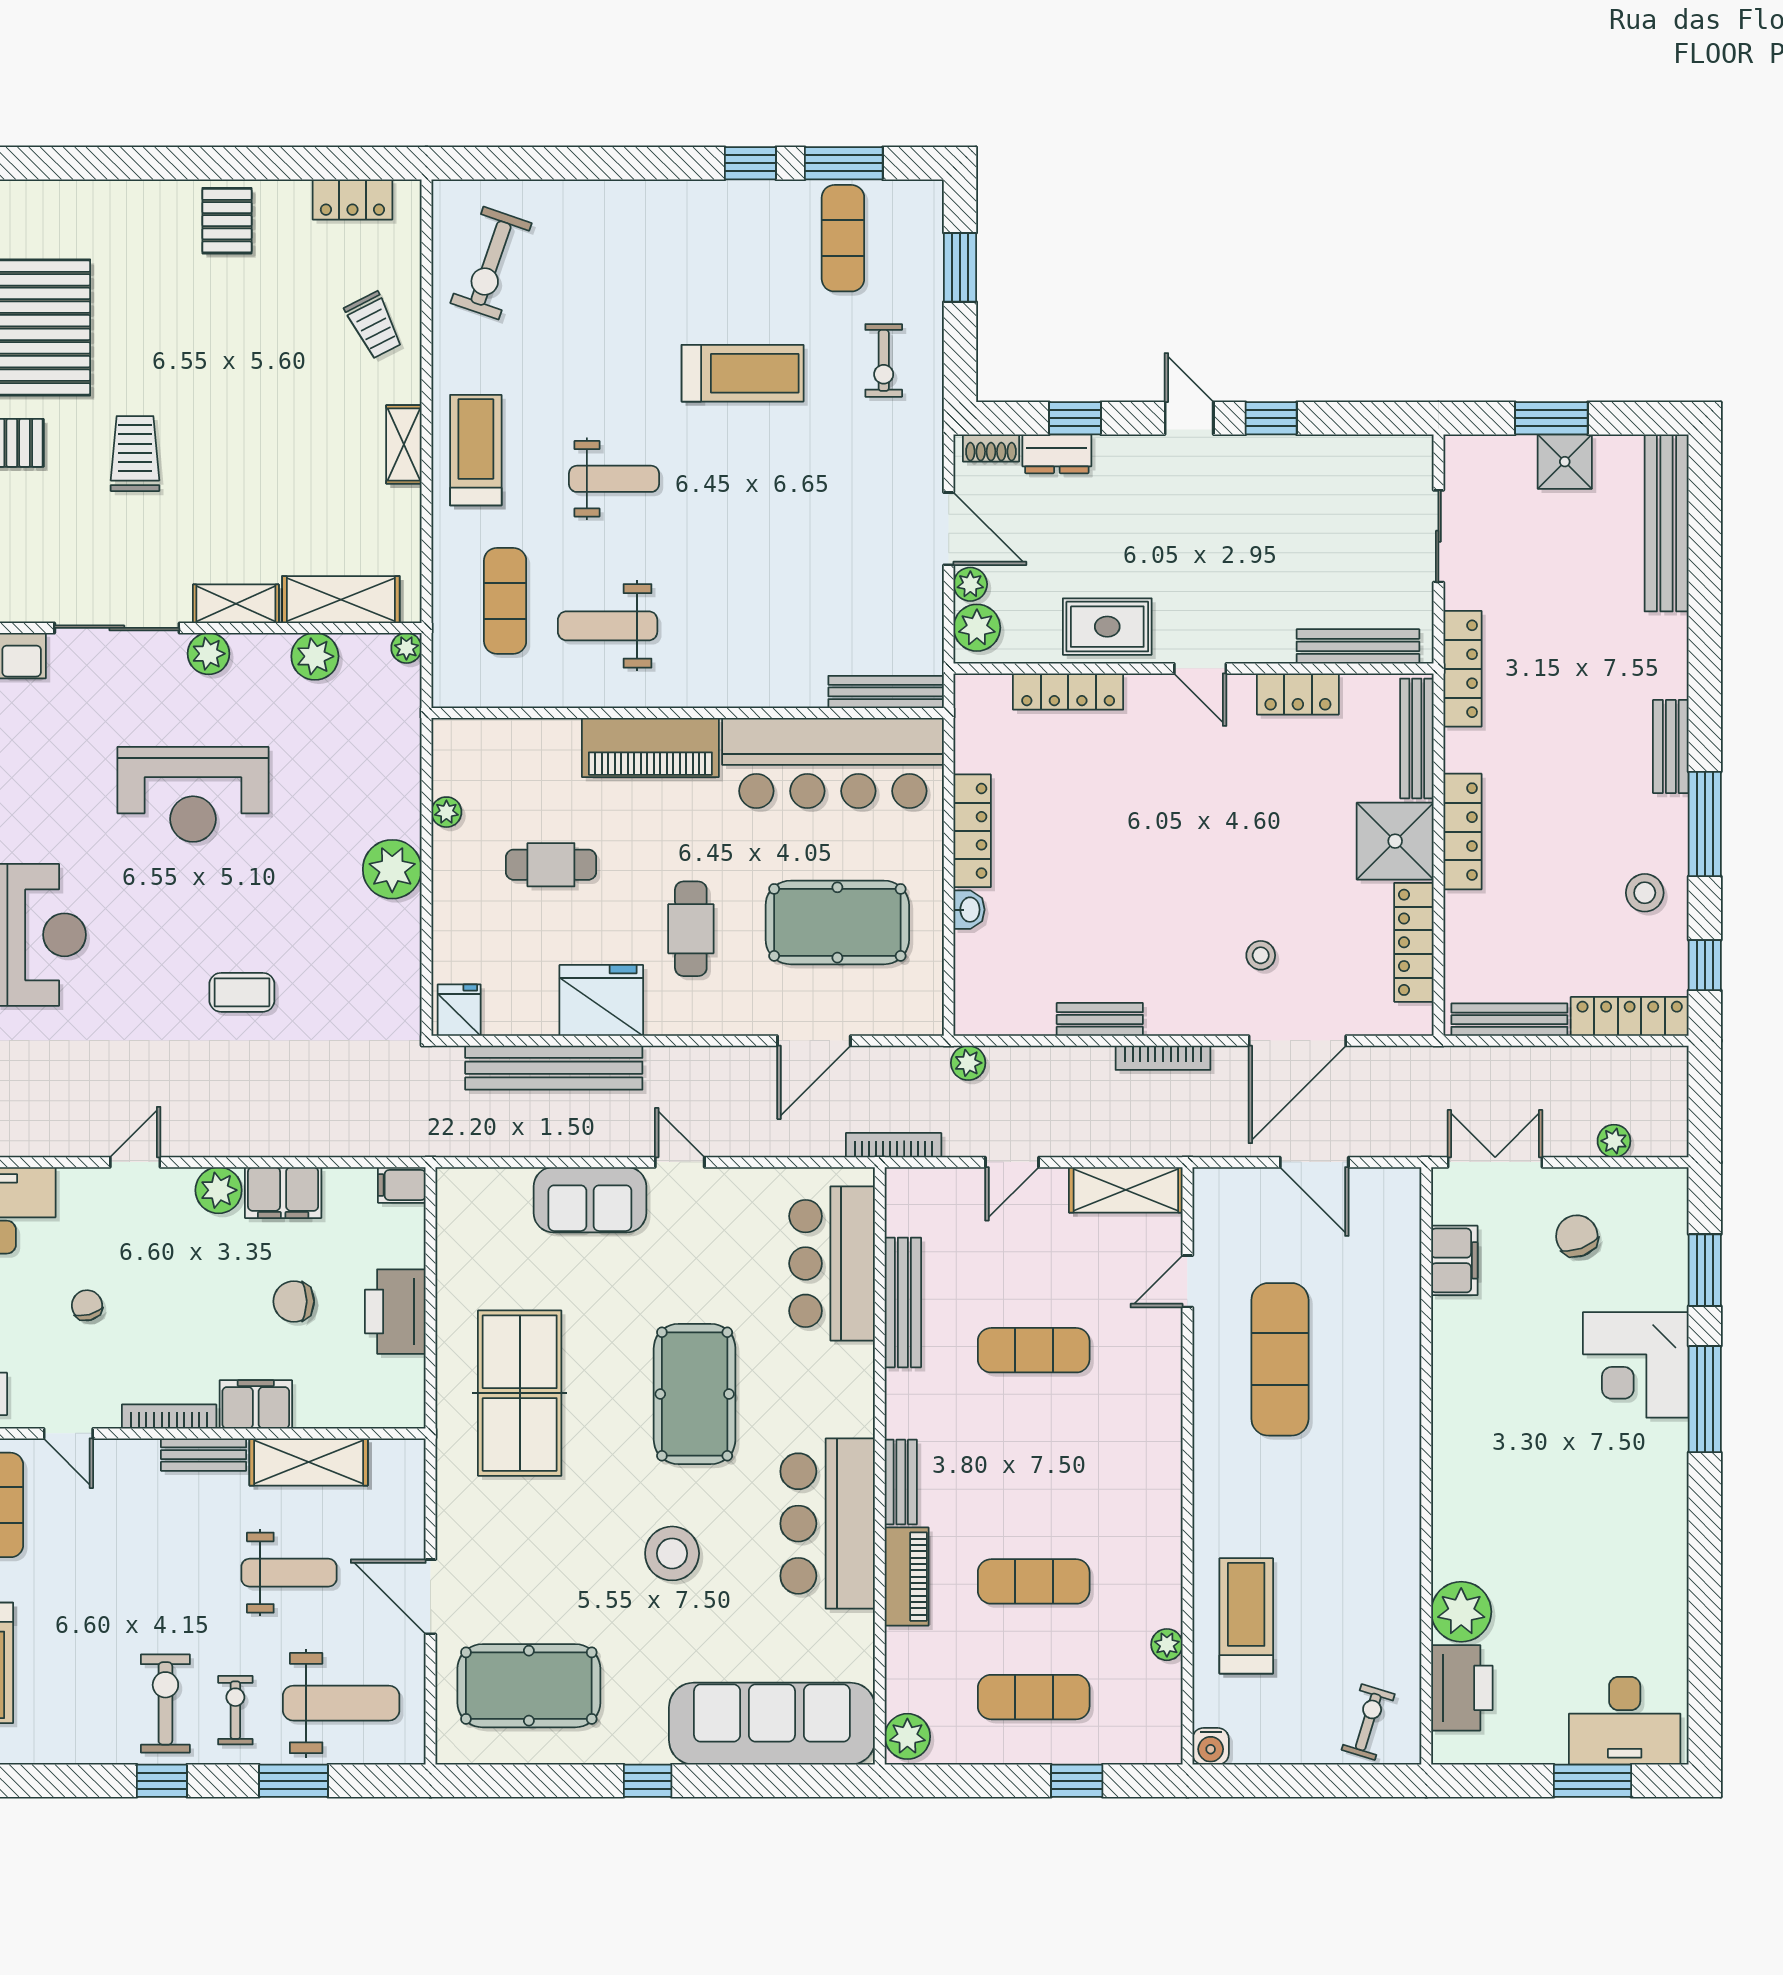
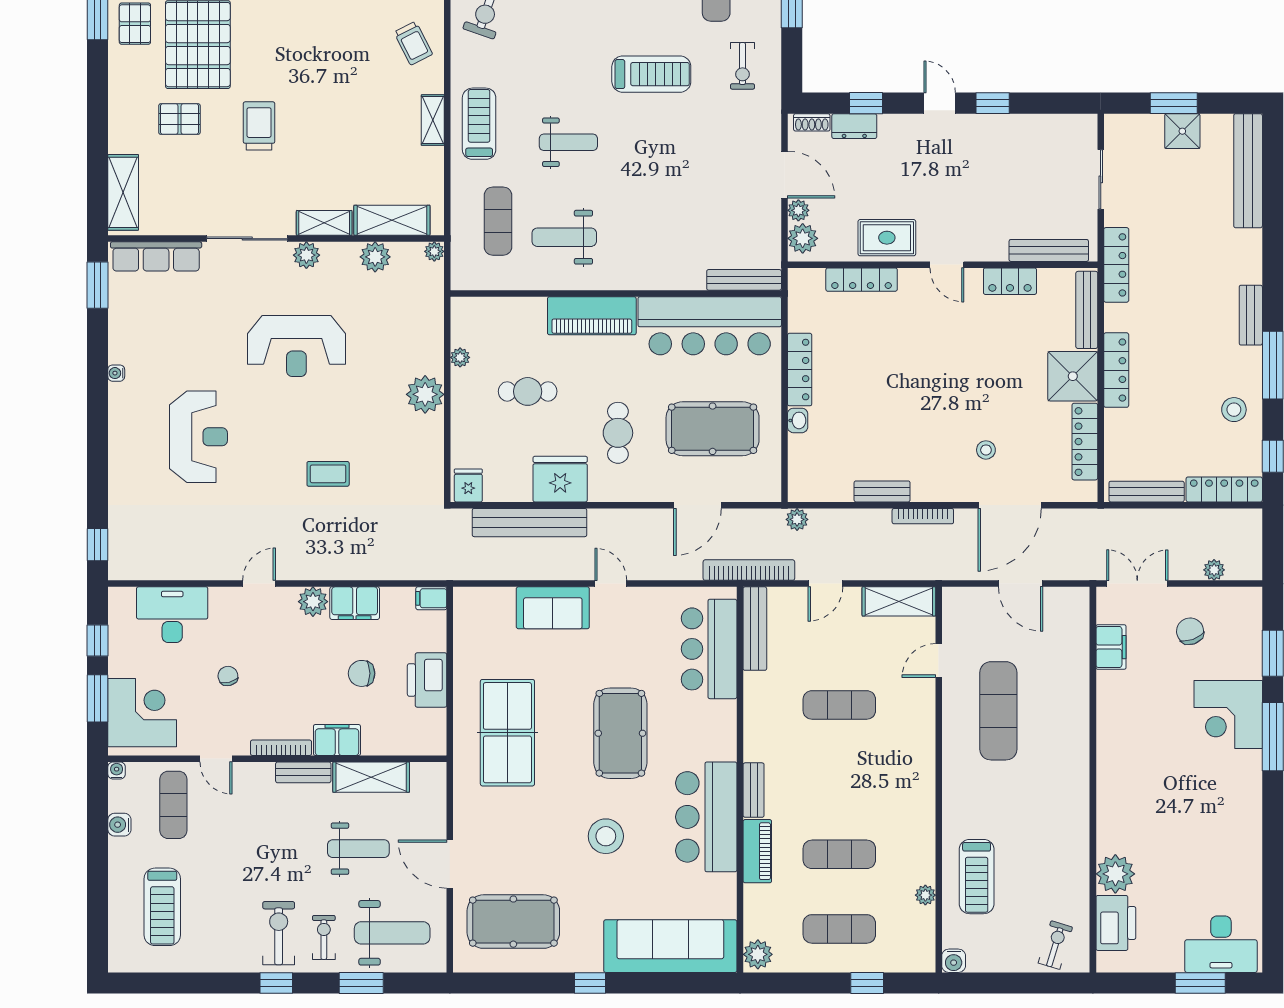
bookcase: (894, 1145) -> (749, 570), width x1.48, depth x1.31
bench: (903, 1302) -> (755, 629), moved
treadmill: (1246, 1616) -> (977, 877), turned 180

